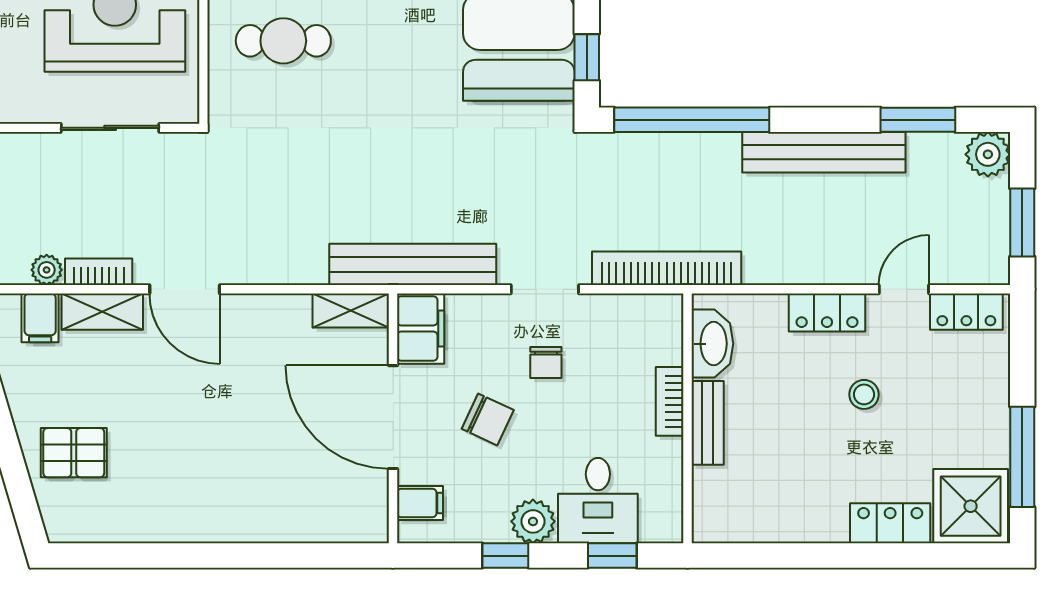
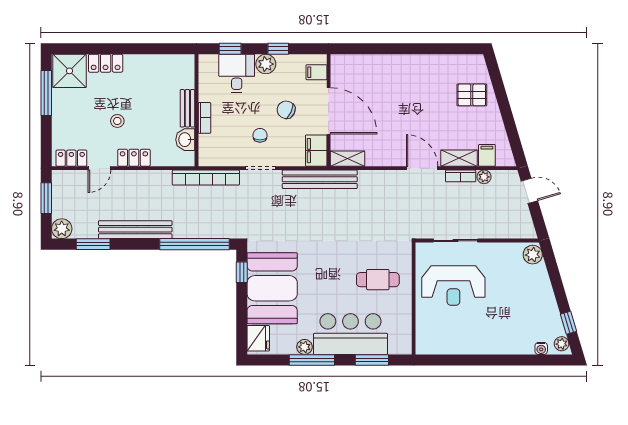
washbasin: (712, 344) -> (185, 140), width x0.72

